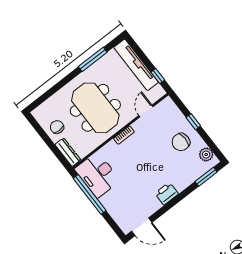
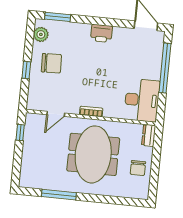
tv unit: (136, 65) -> (29, 158), removed
dresser: (68, 152) -> (149, 135), width x0.70
window: (90, 194) -> (165, 68), moved

